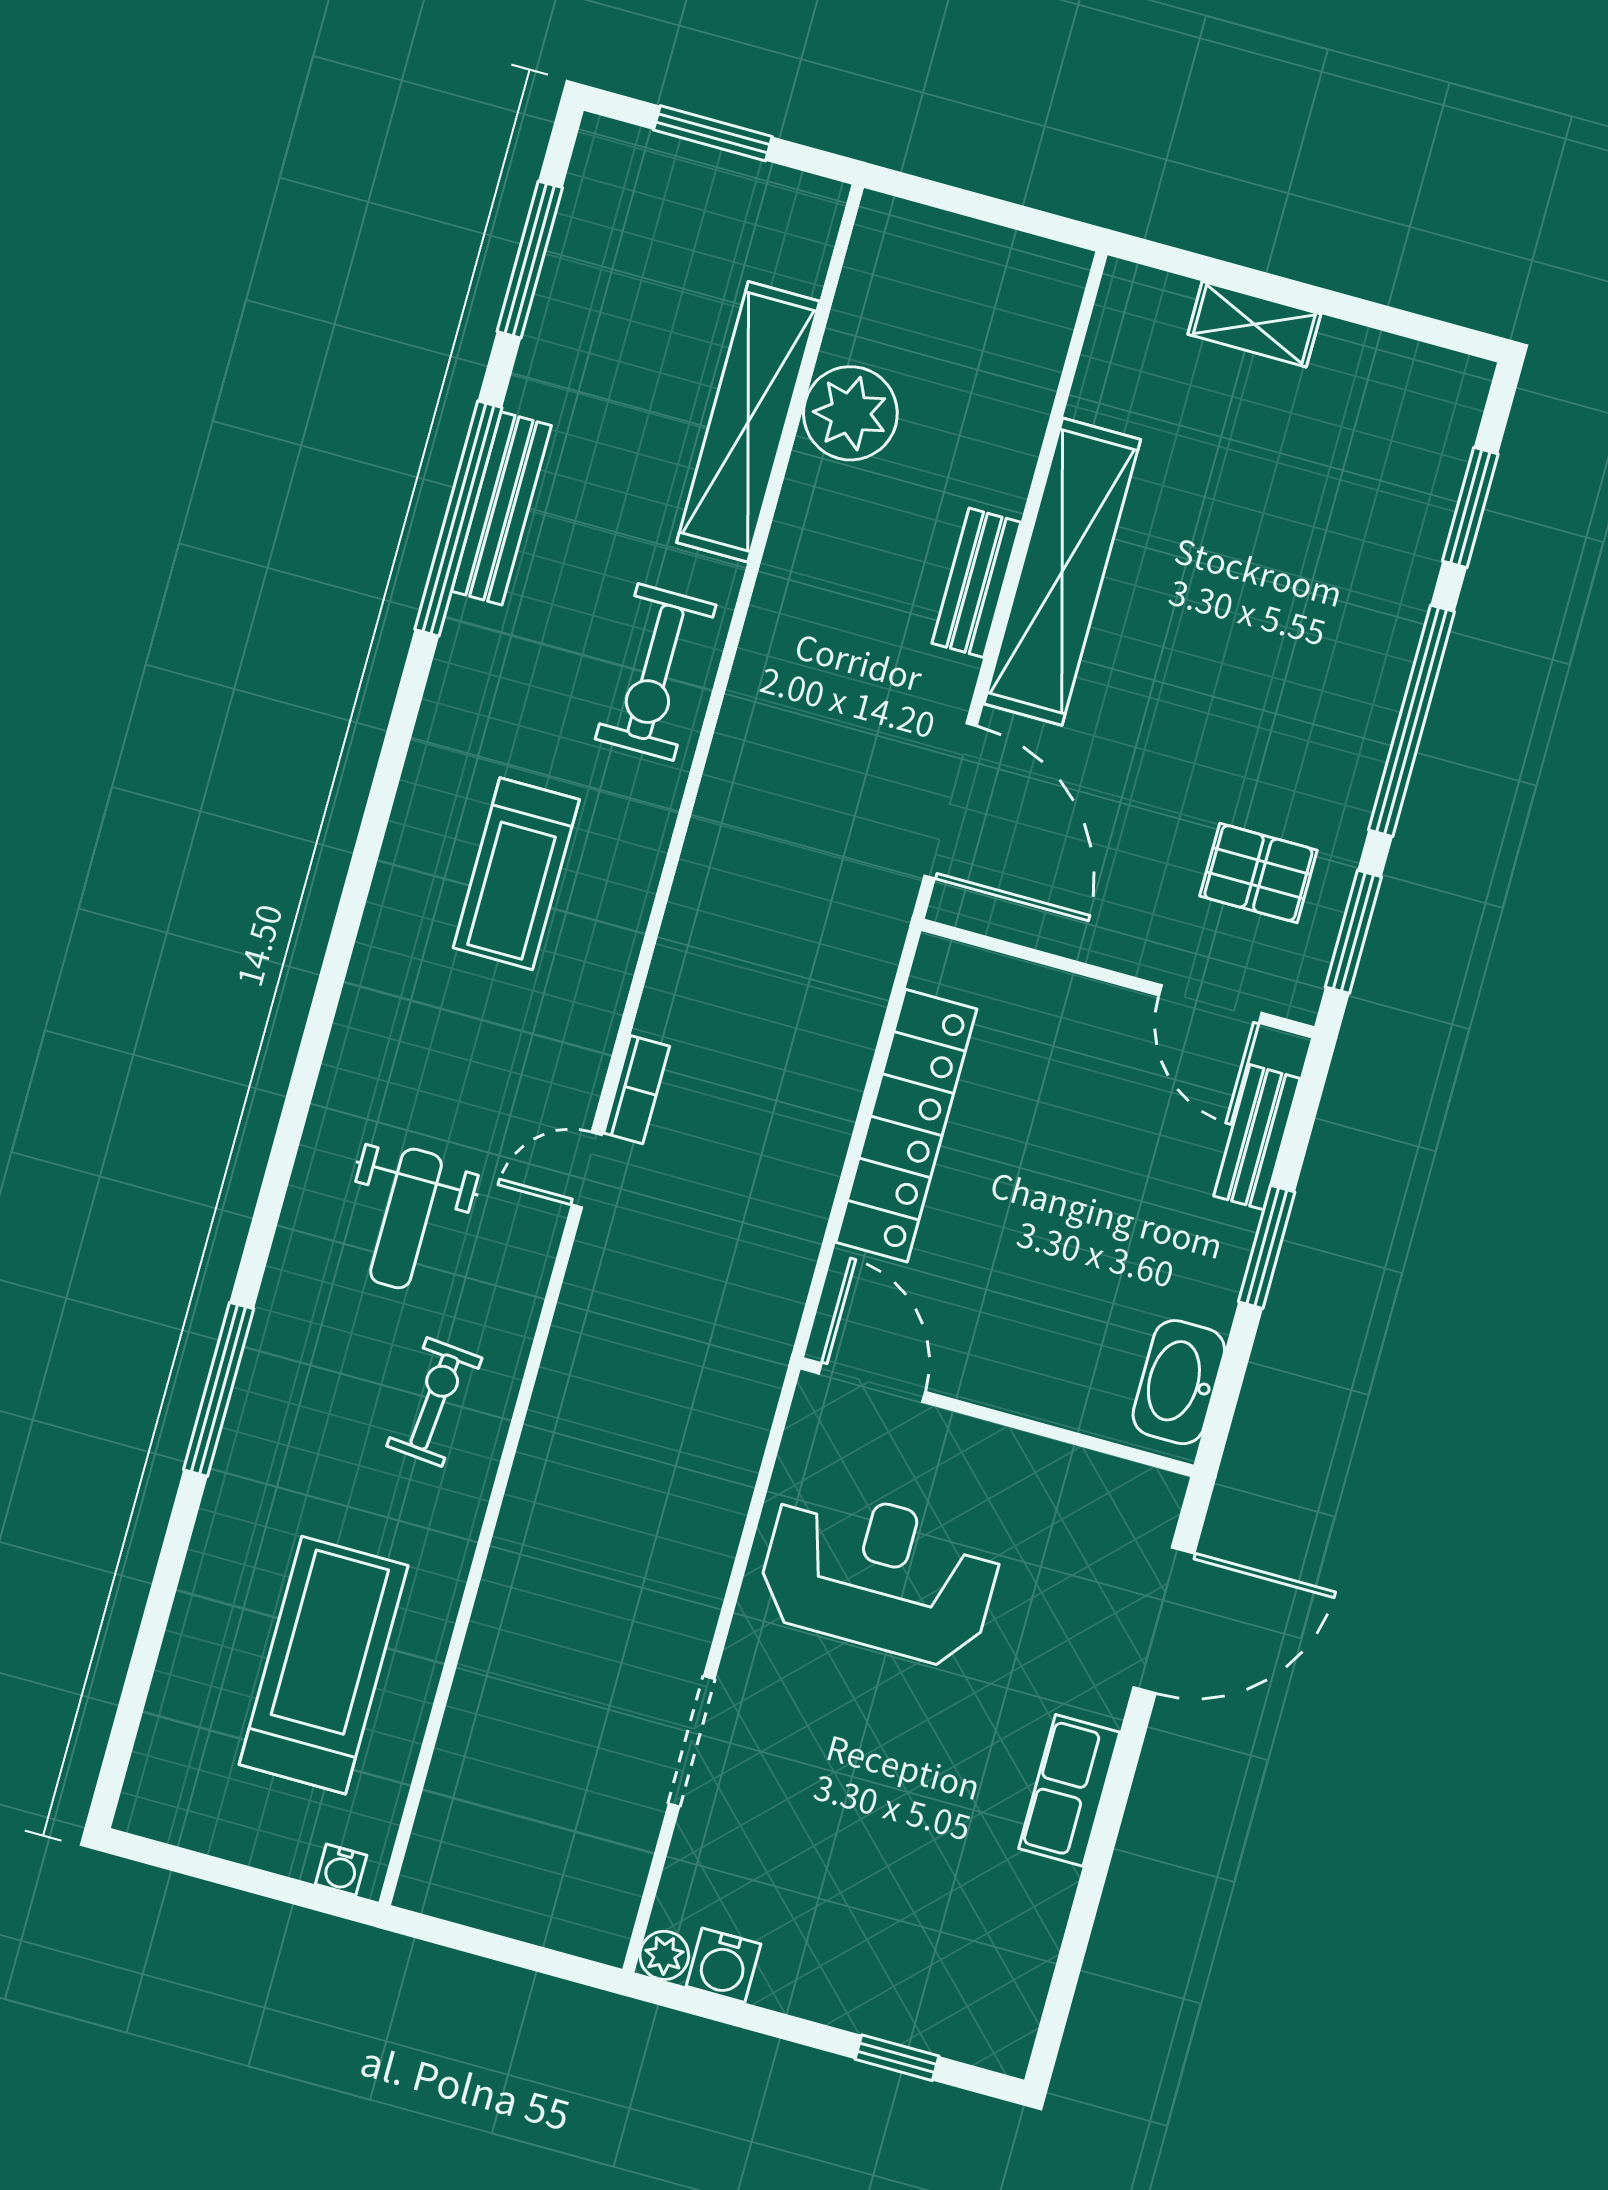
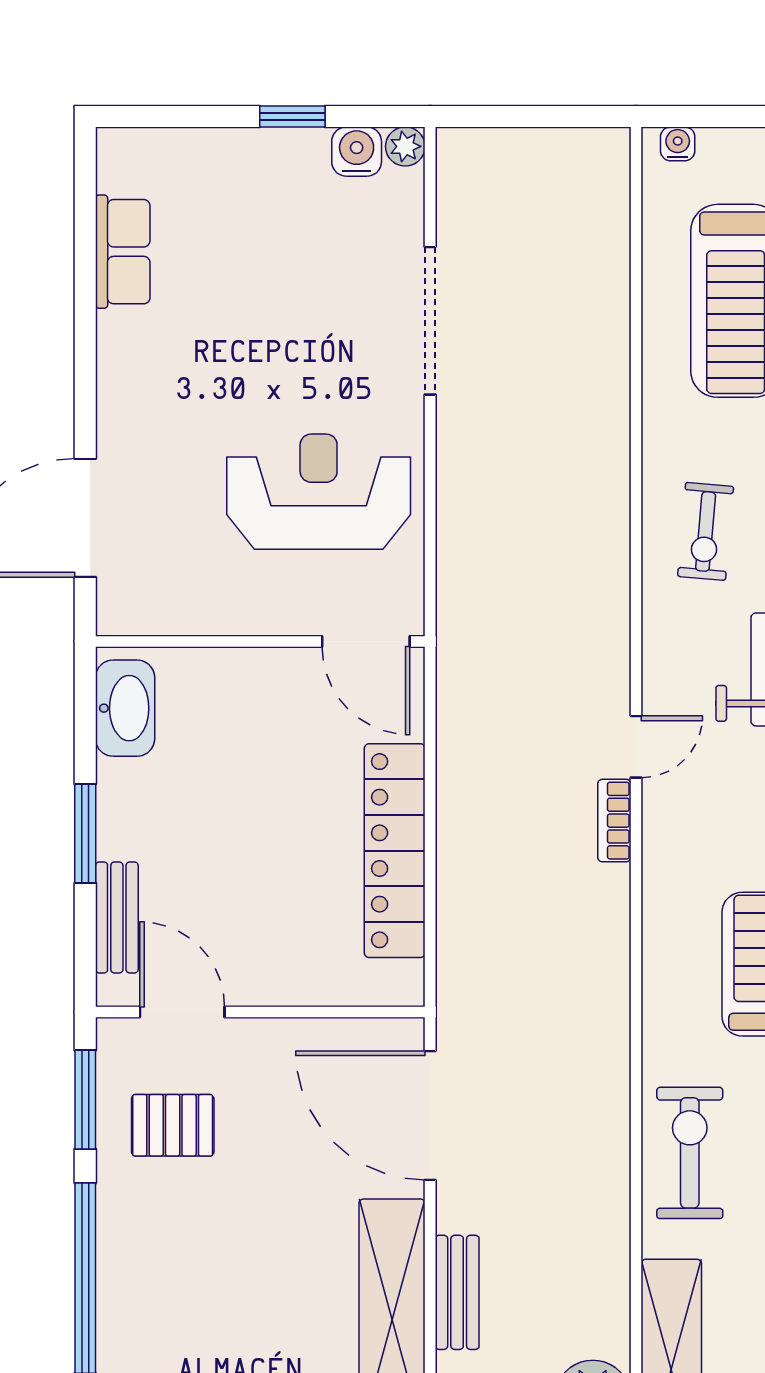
reception desk: (879, 1575) -> (319, 492), turned 180
doorway: (692, 1741) -> (430, 321), width x1.36
row of seats: (1069, 1790) -> (123, 252), moved
window: (897, 2058) -> (292, 116), moved

